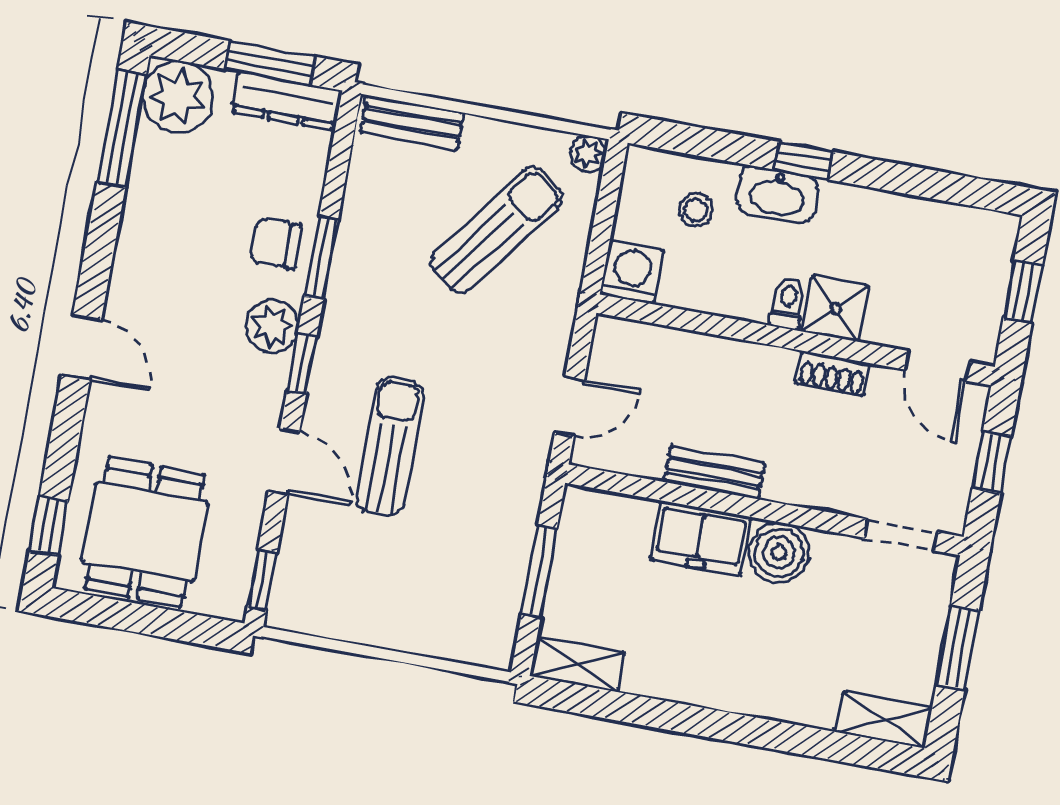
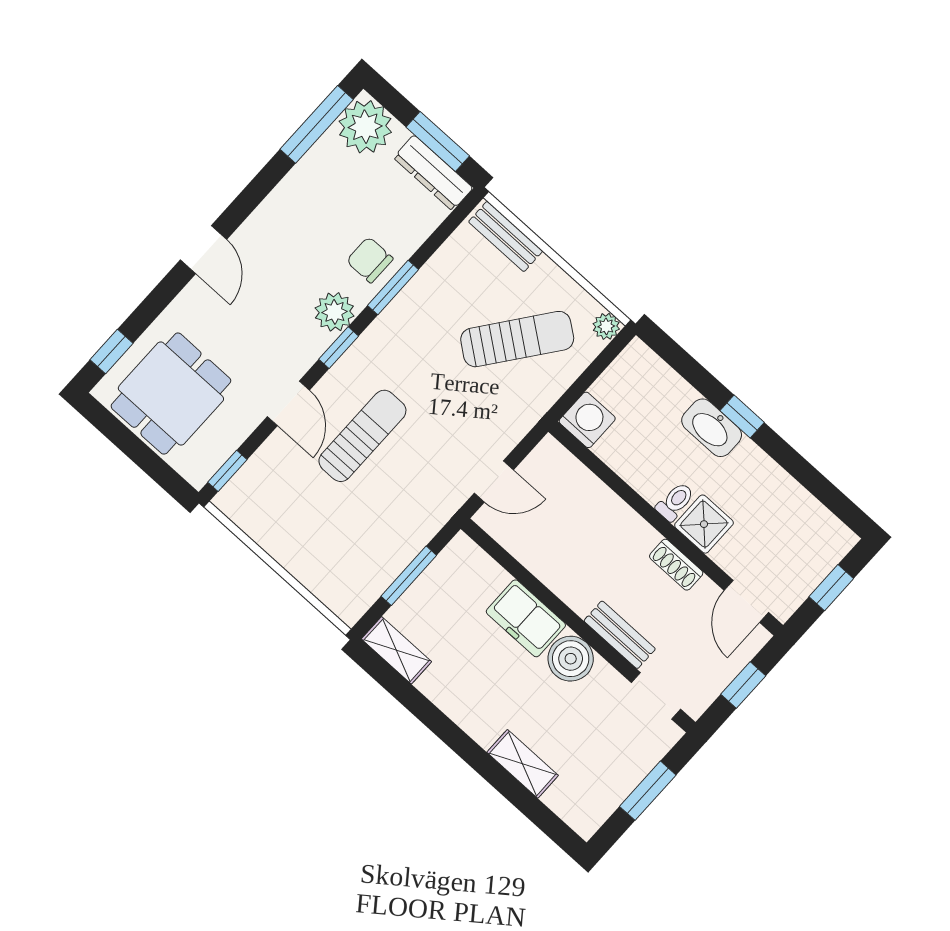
stool: (696, 210) -> (653, 405), removed
bench: (714, 473) -> (620, 635), moved
shelving: (884, 720) -> (523, 764), moved

